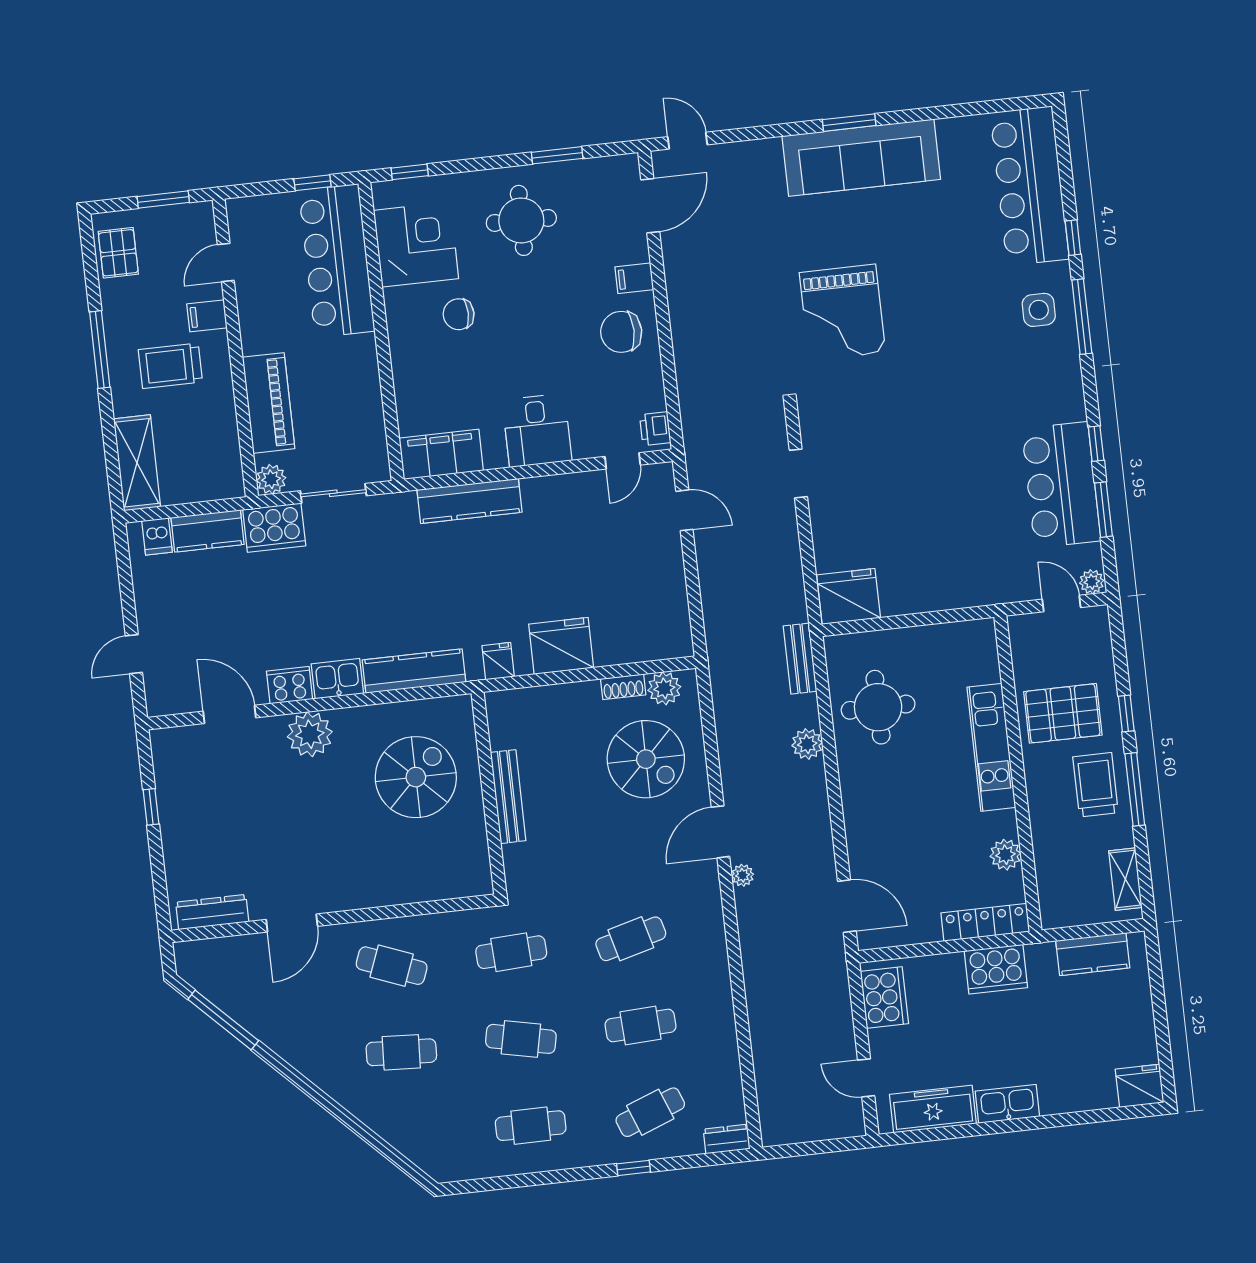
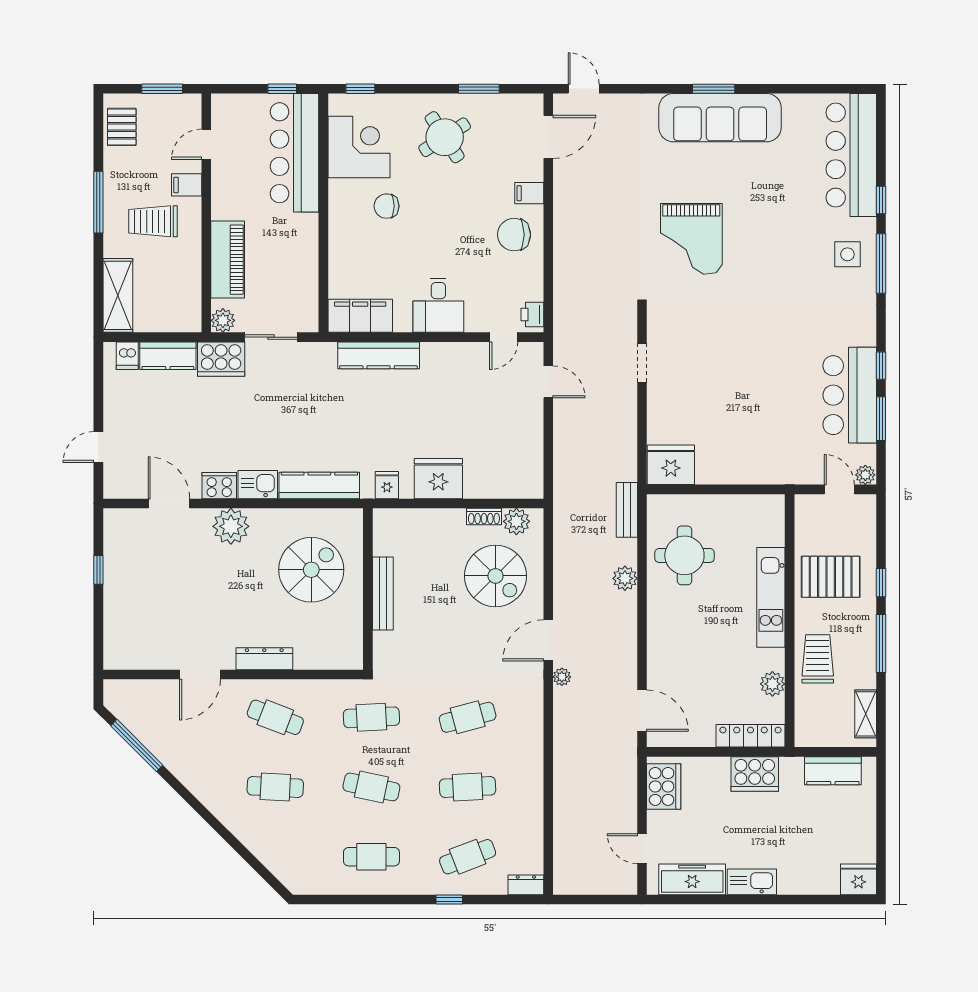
round table: (521, 220) -> (445, 137), turned -34
trolley: (1096, 785) -> (818, 659), moved
dresser: (212, 912) -> (264, 659), moved

